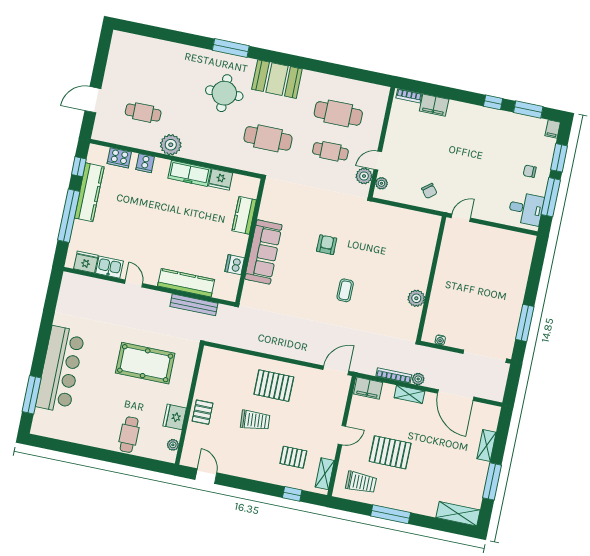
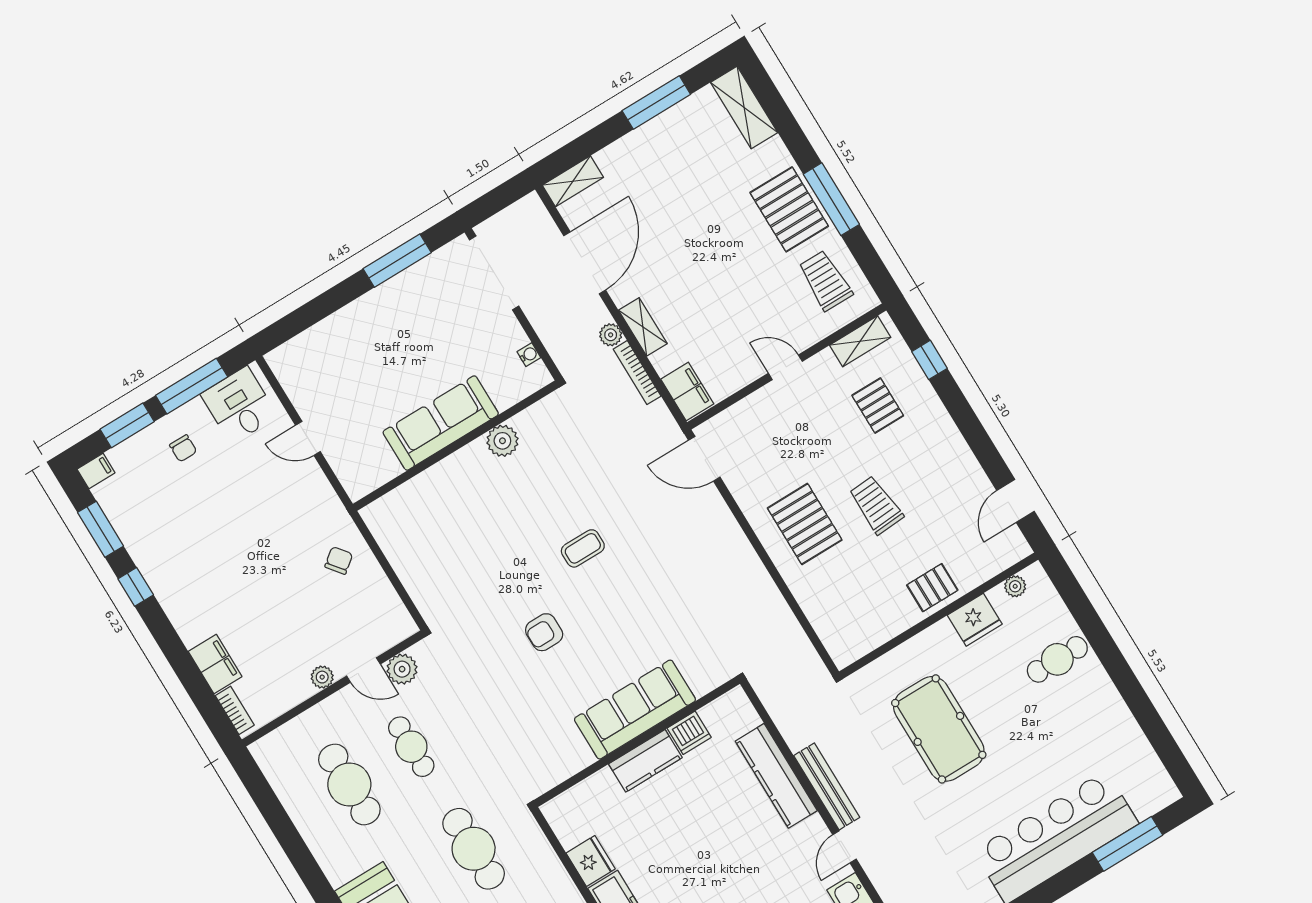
plant: (381, 183) -> (322, 677), moved
kitchen counter: (244, 215) -> (645, 761), moved
door: (461, 218) -> (308, 438), moved
sofa: (446, 281) -> (441, 423), added
bench: (194, 305) -> (827, 786), moved
shelving: (486, 446) -> (573, 181), moved
pallet: (390, 452) -> (789, 209), moved

